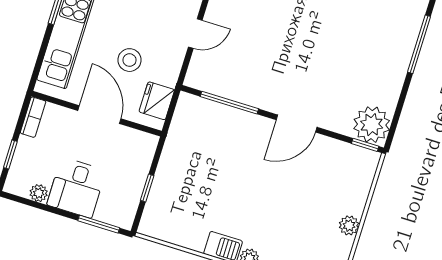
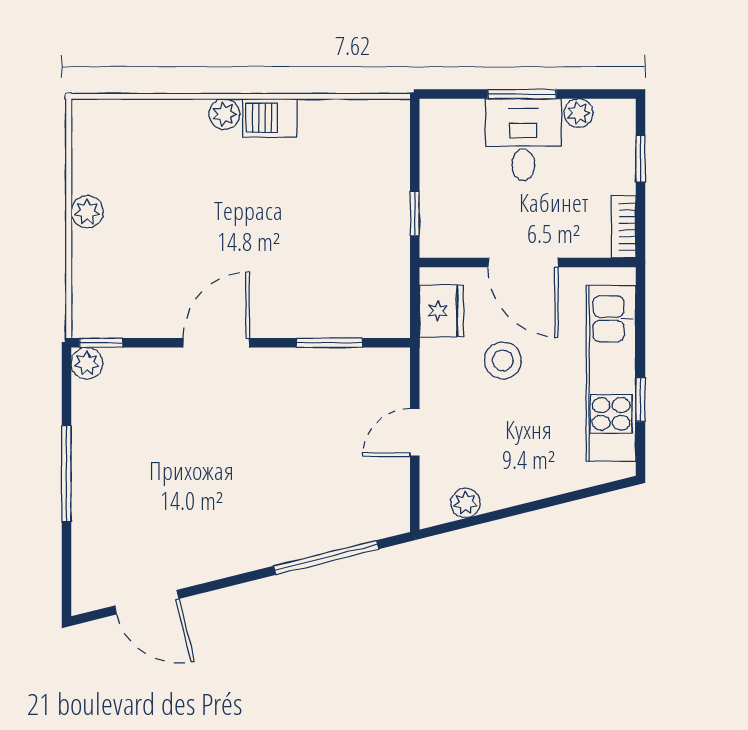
window: (419, 44) -> (66, 474), moved
window: (229, 103) -> (329, 343), width x0.69
plant: (372, 125) -> (87, 363), width x0.53, depth x0.53
window: (147, 188) -> (415, 213), moved
window: (99, 224) -> (522, 94), moved

